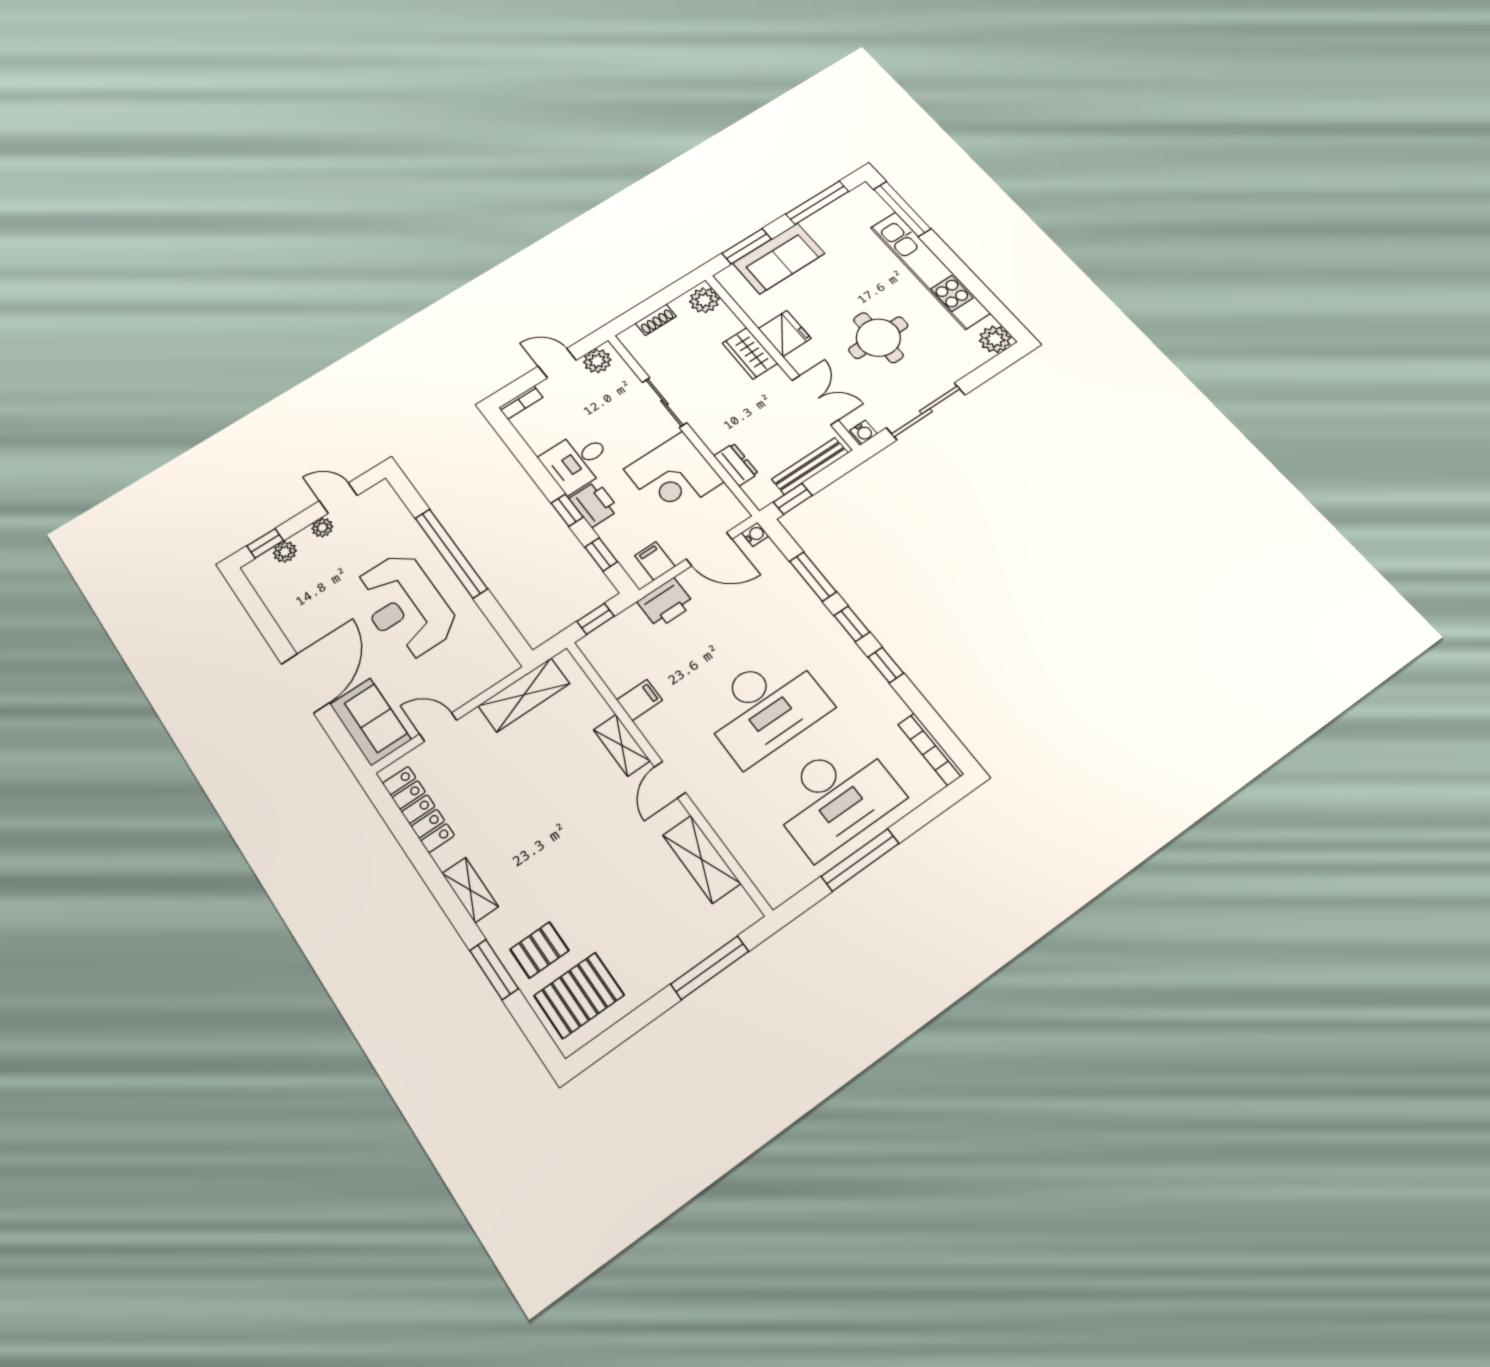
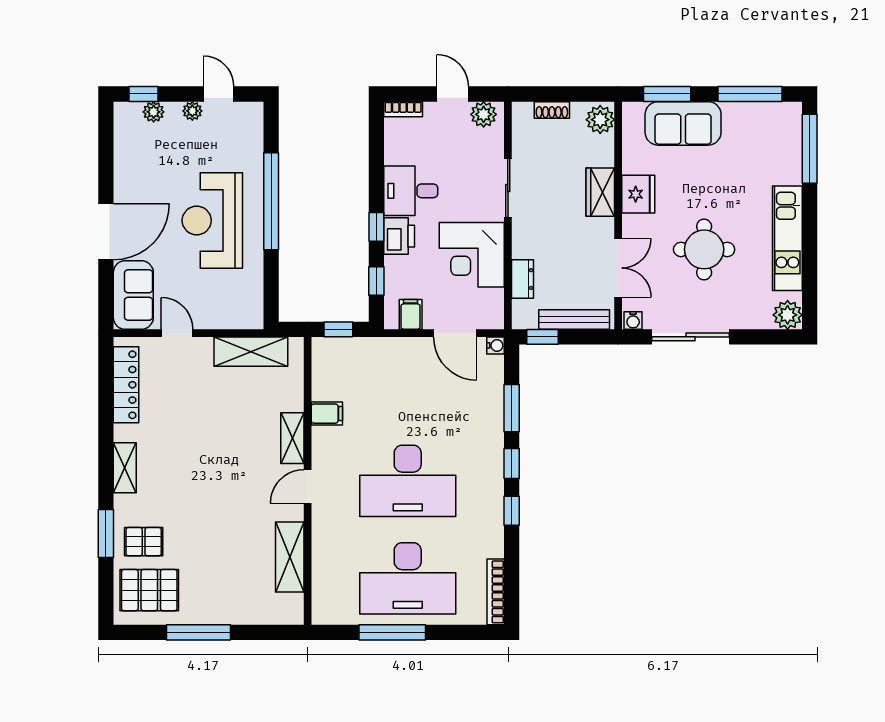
kitchen unit: (930, 270) -> (787, 238), width x0.73
printer: (666, 603) -> (395, 353), removed
window: (710, 968) -> (199, 632), moved

